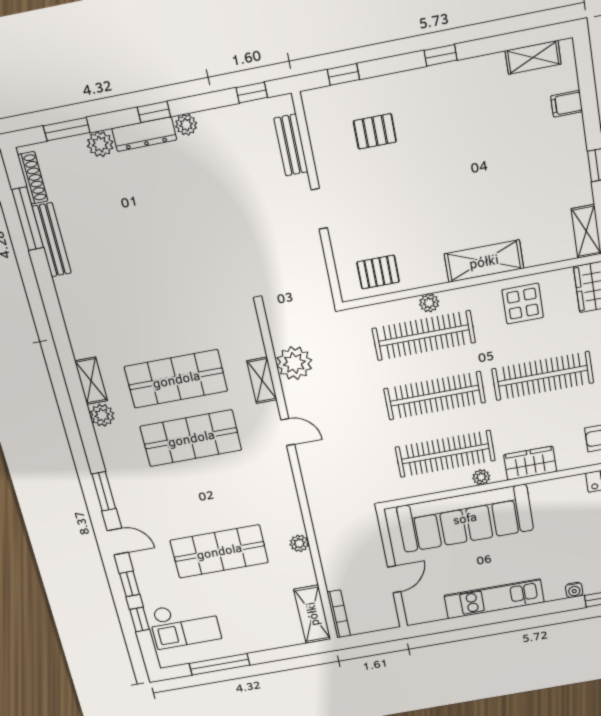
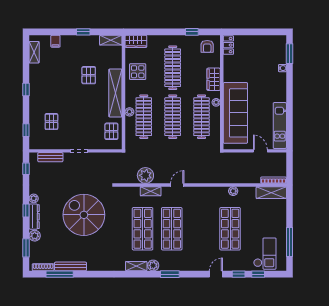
pallet: (498, 197) -> (89, 75), added
spiral stairs: (176, 247) -> (84, 215), added
shelving: (484, 261) -> (115, 93), width x1.47
window: (104, 491) -> (170, 274), moved
kitchen unit: (494, 599) -> (280, 126), moved

